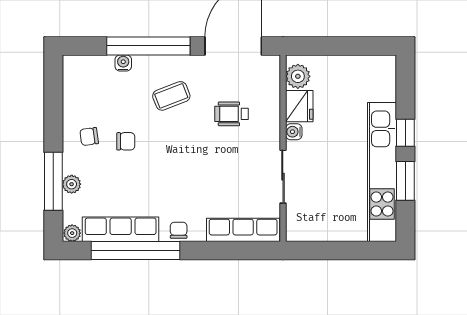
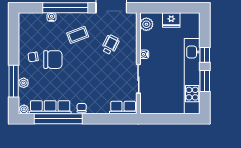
fridge: (299, 106) -> (171, 20), moved, turned 90
wheelchair: (232, 114) -> (110, 45), turned 117
chair: (126, 141) -> (53, 60), width x1.87, depth x1.87
row of seats: (243, 230) -> (123, 108), width x0.68

